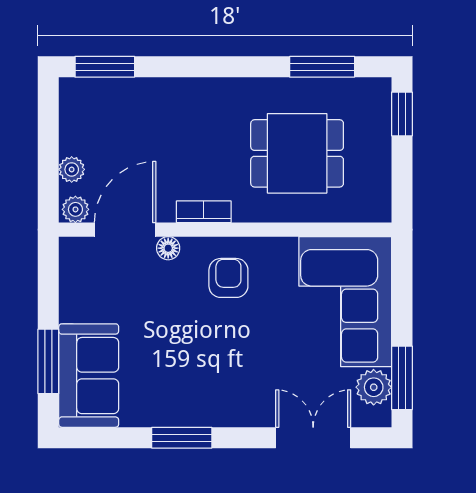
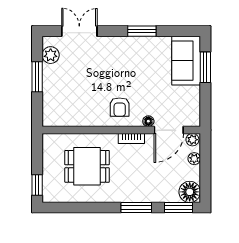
window: (322, 67) -> (136, 208), moved
floor lamp: (81, 100) -> (190, 192), added
corner sofa: (345, 302) -> (64, 96), removed
window: (402, 378) -> (37, 77), moved
double door: (313, 438) -> (79, 31), swing flipped

